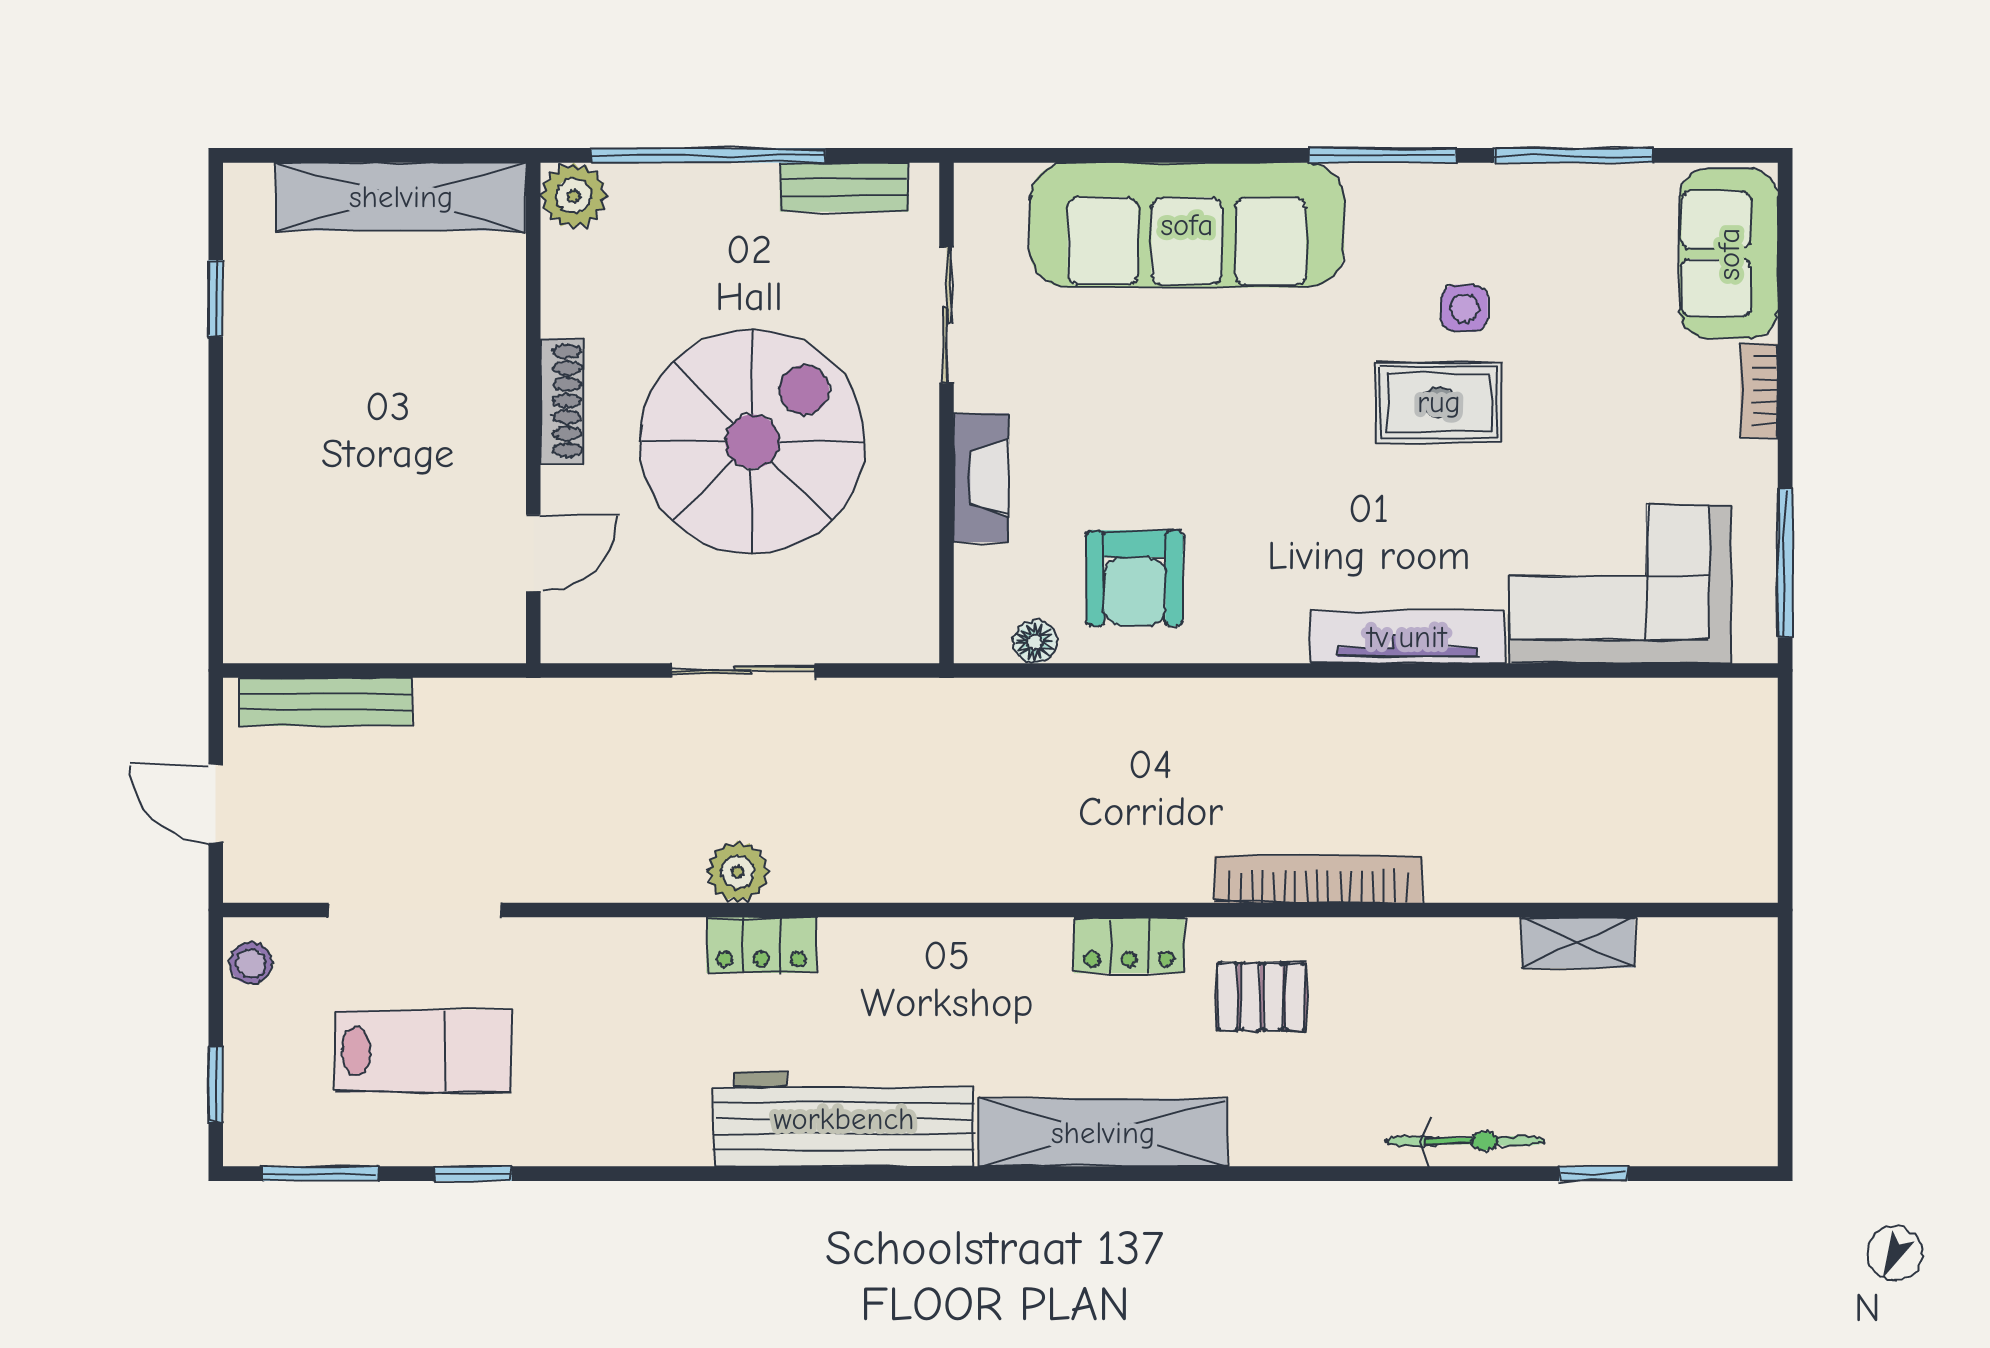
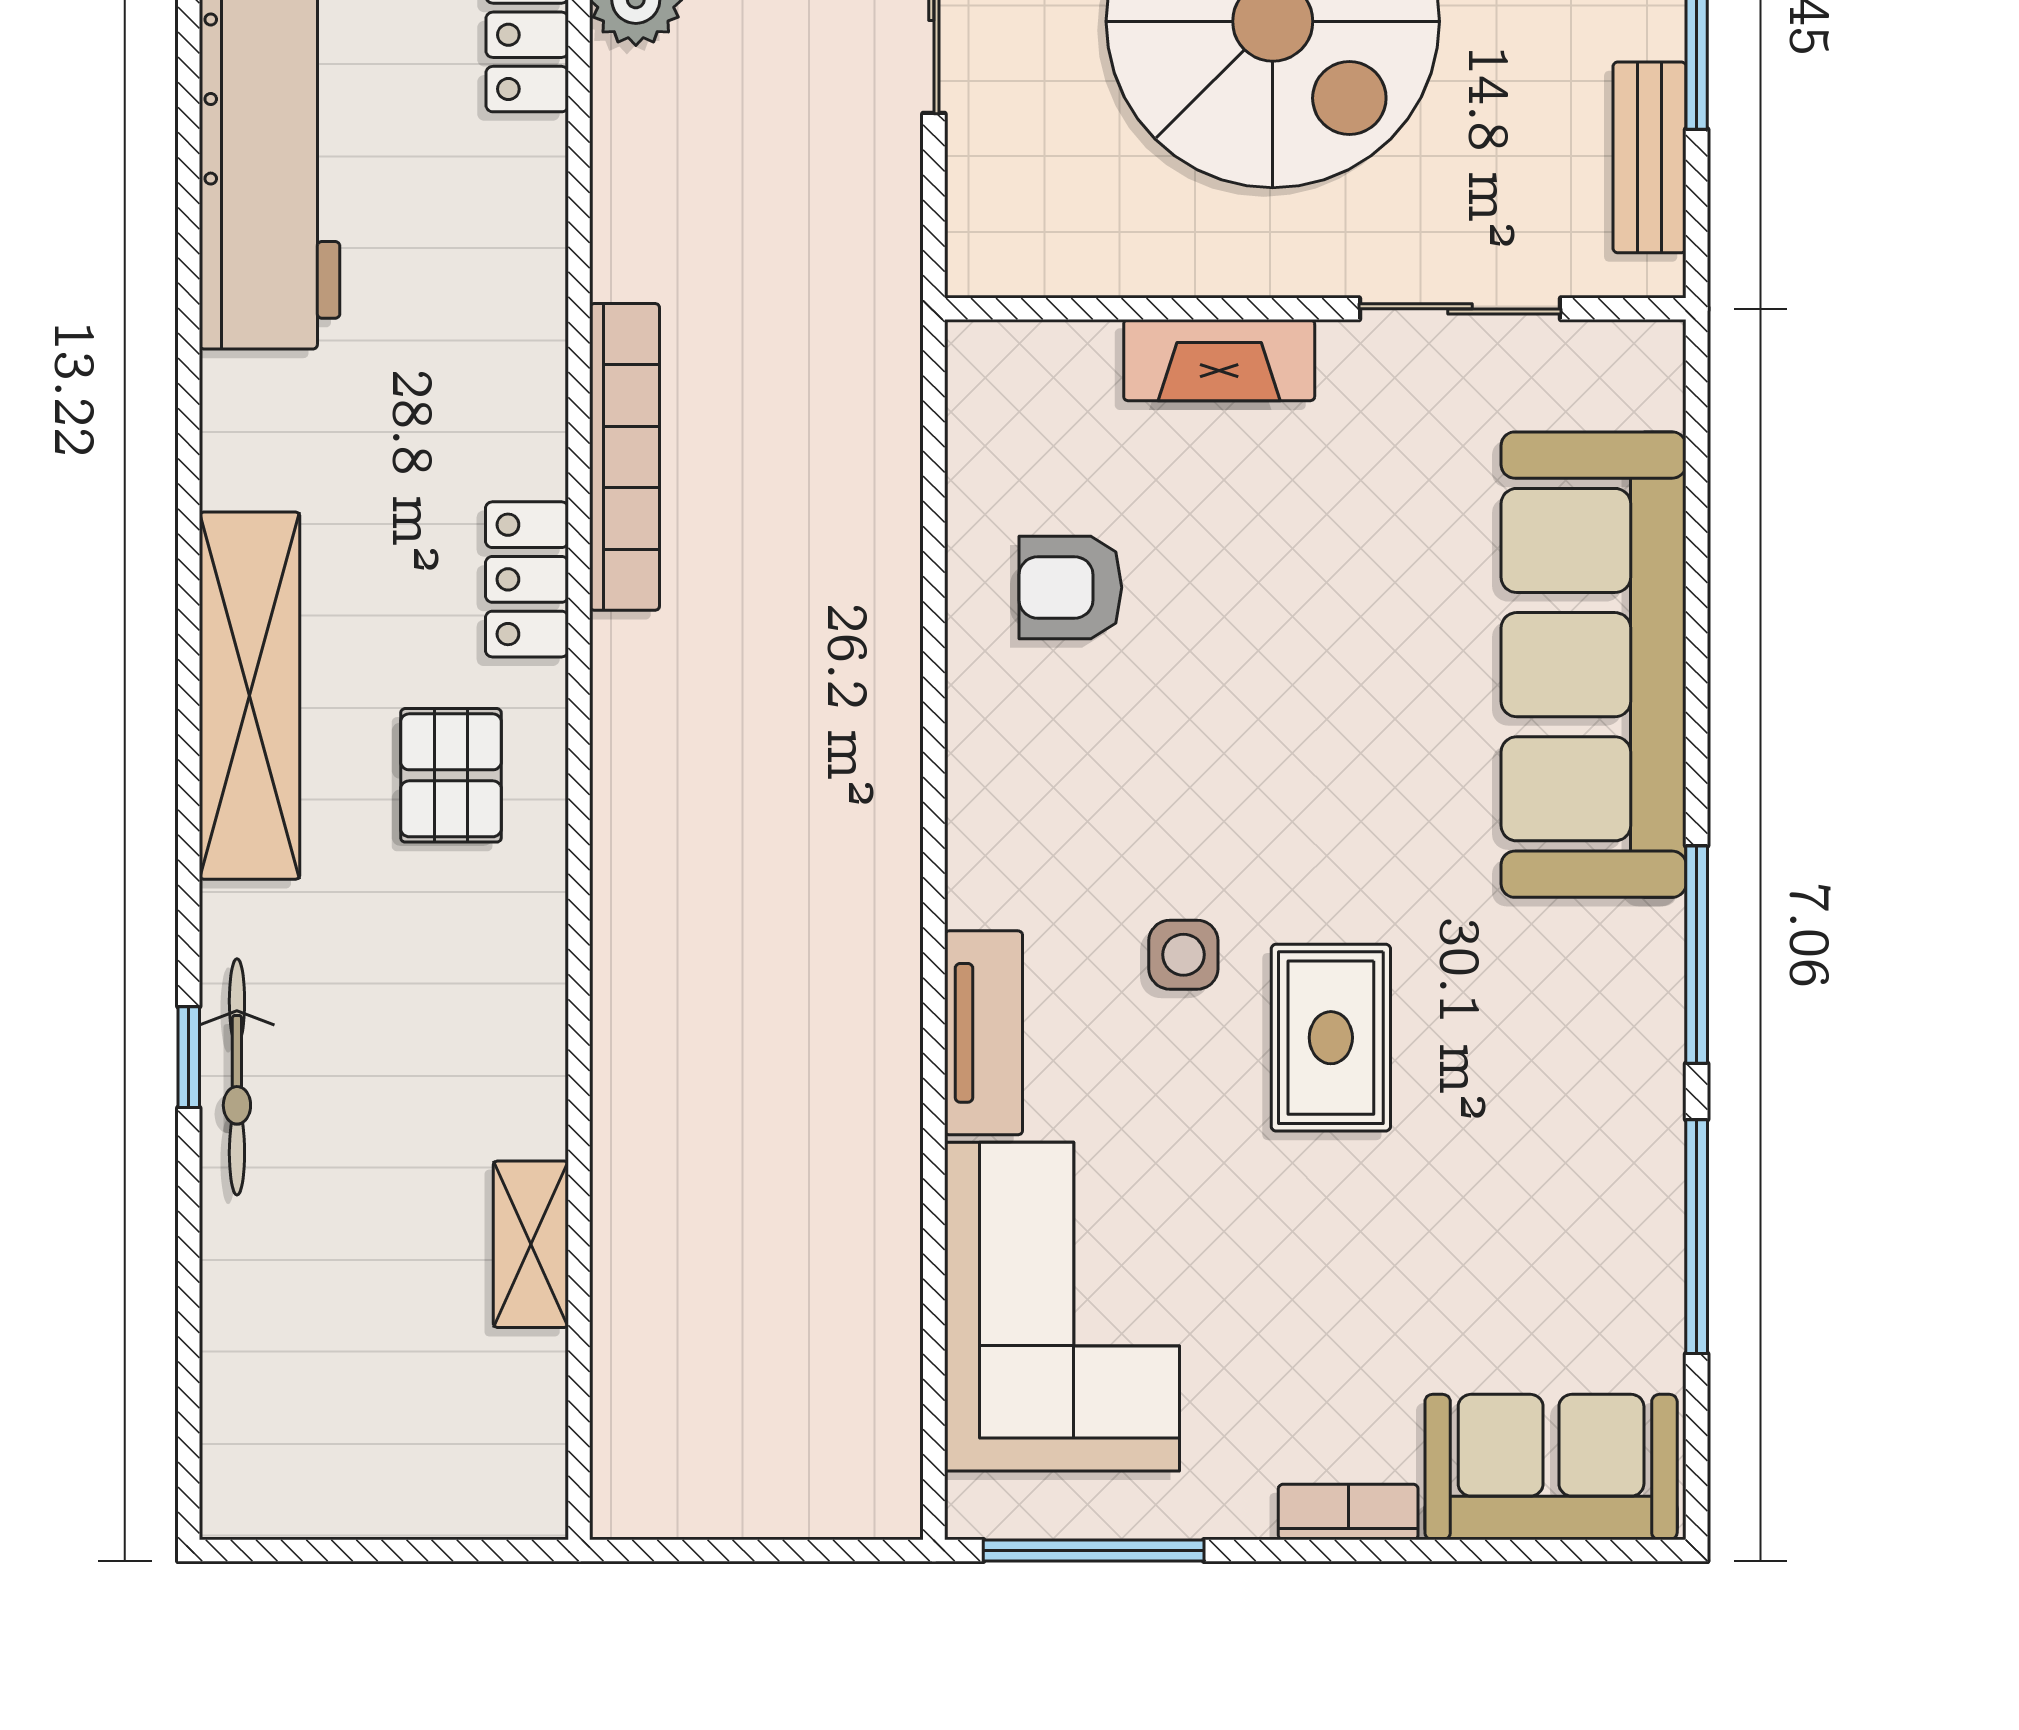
side table: (1464, 308) -> (1183, 955), moved
armchair: (1135, 578) -> (1070, 587), width x0.72, depth x0.72
tv unit: (1407, 637) -> (984, 1033), width x0.71
floor lamp: (1035, 642) -> (976, 440), removed
bookcase: (1318, 879) -> (625, 457), moved
shelving: (1103, 1133) -> (250, 696), moved
window: (1593, 1174) -> (189, 1057), moved

